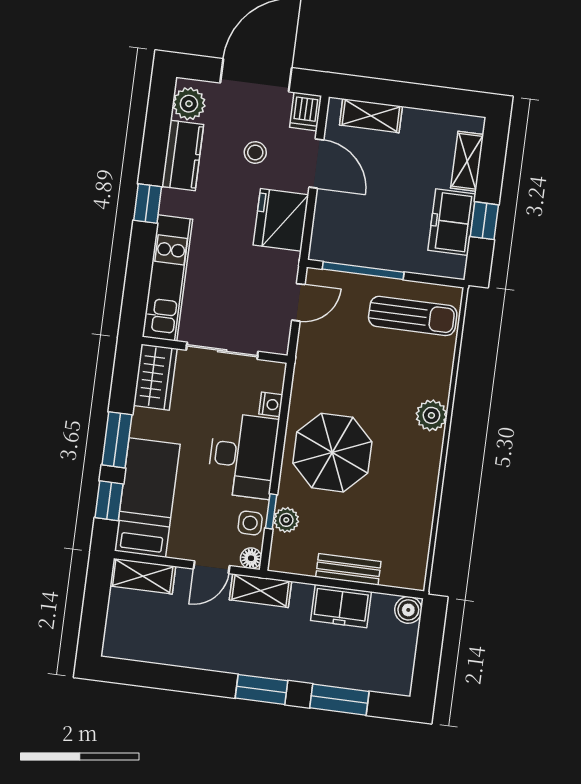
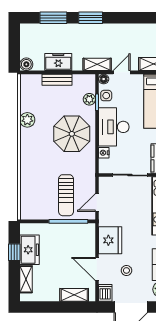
sun lounger: (413, 316) -> (66, 195), moved, turned -90
plant: (431, 415) -> (27, 120), moved

